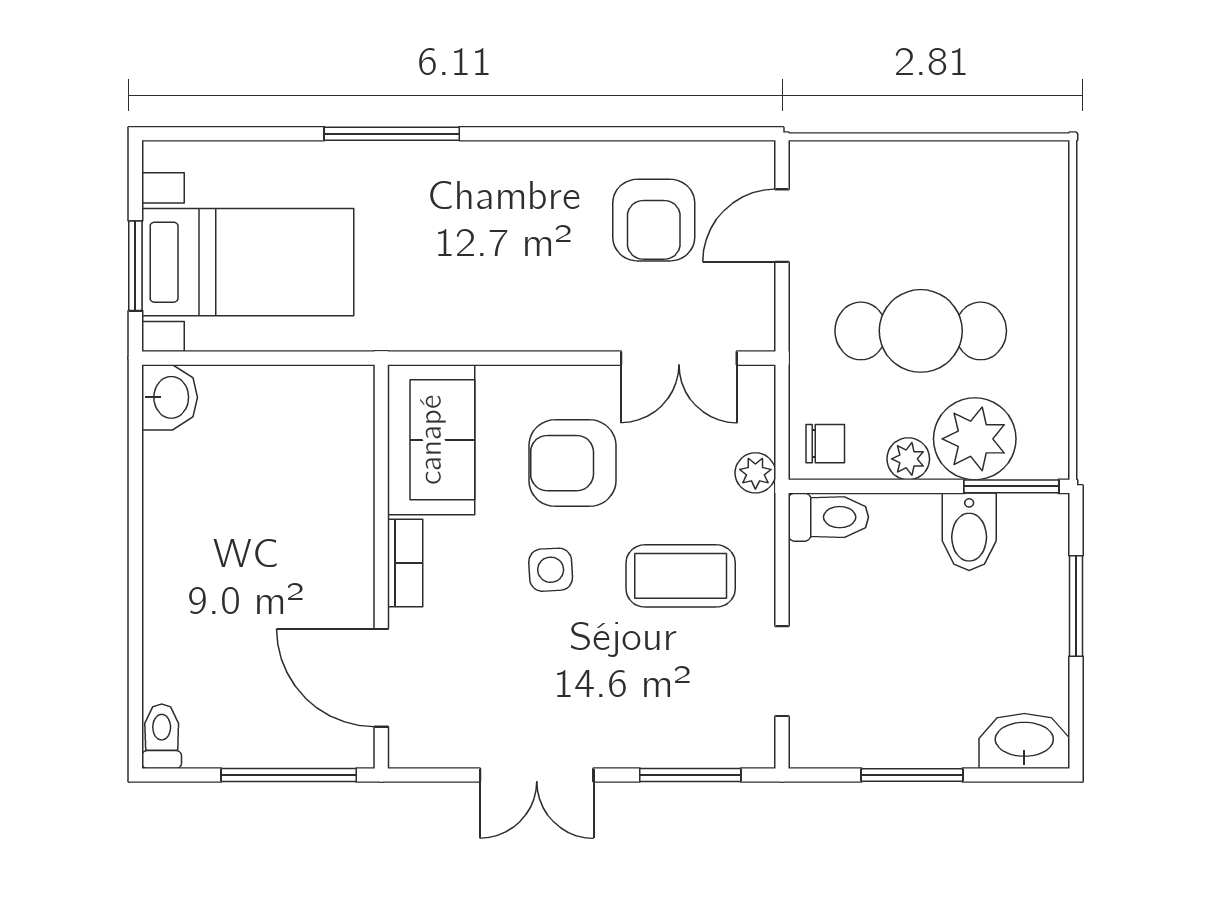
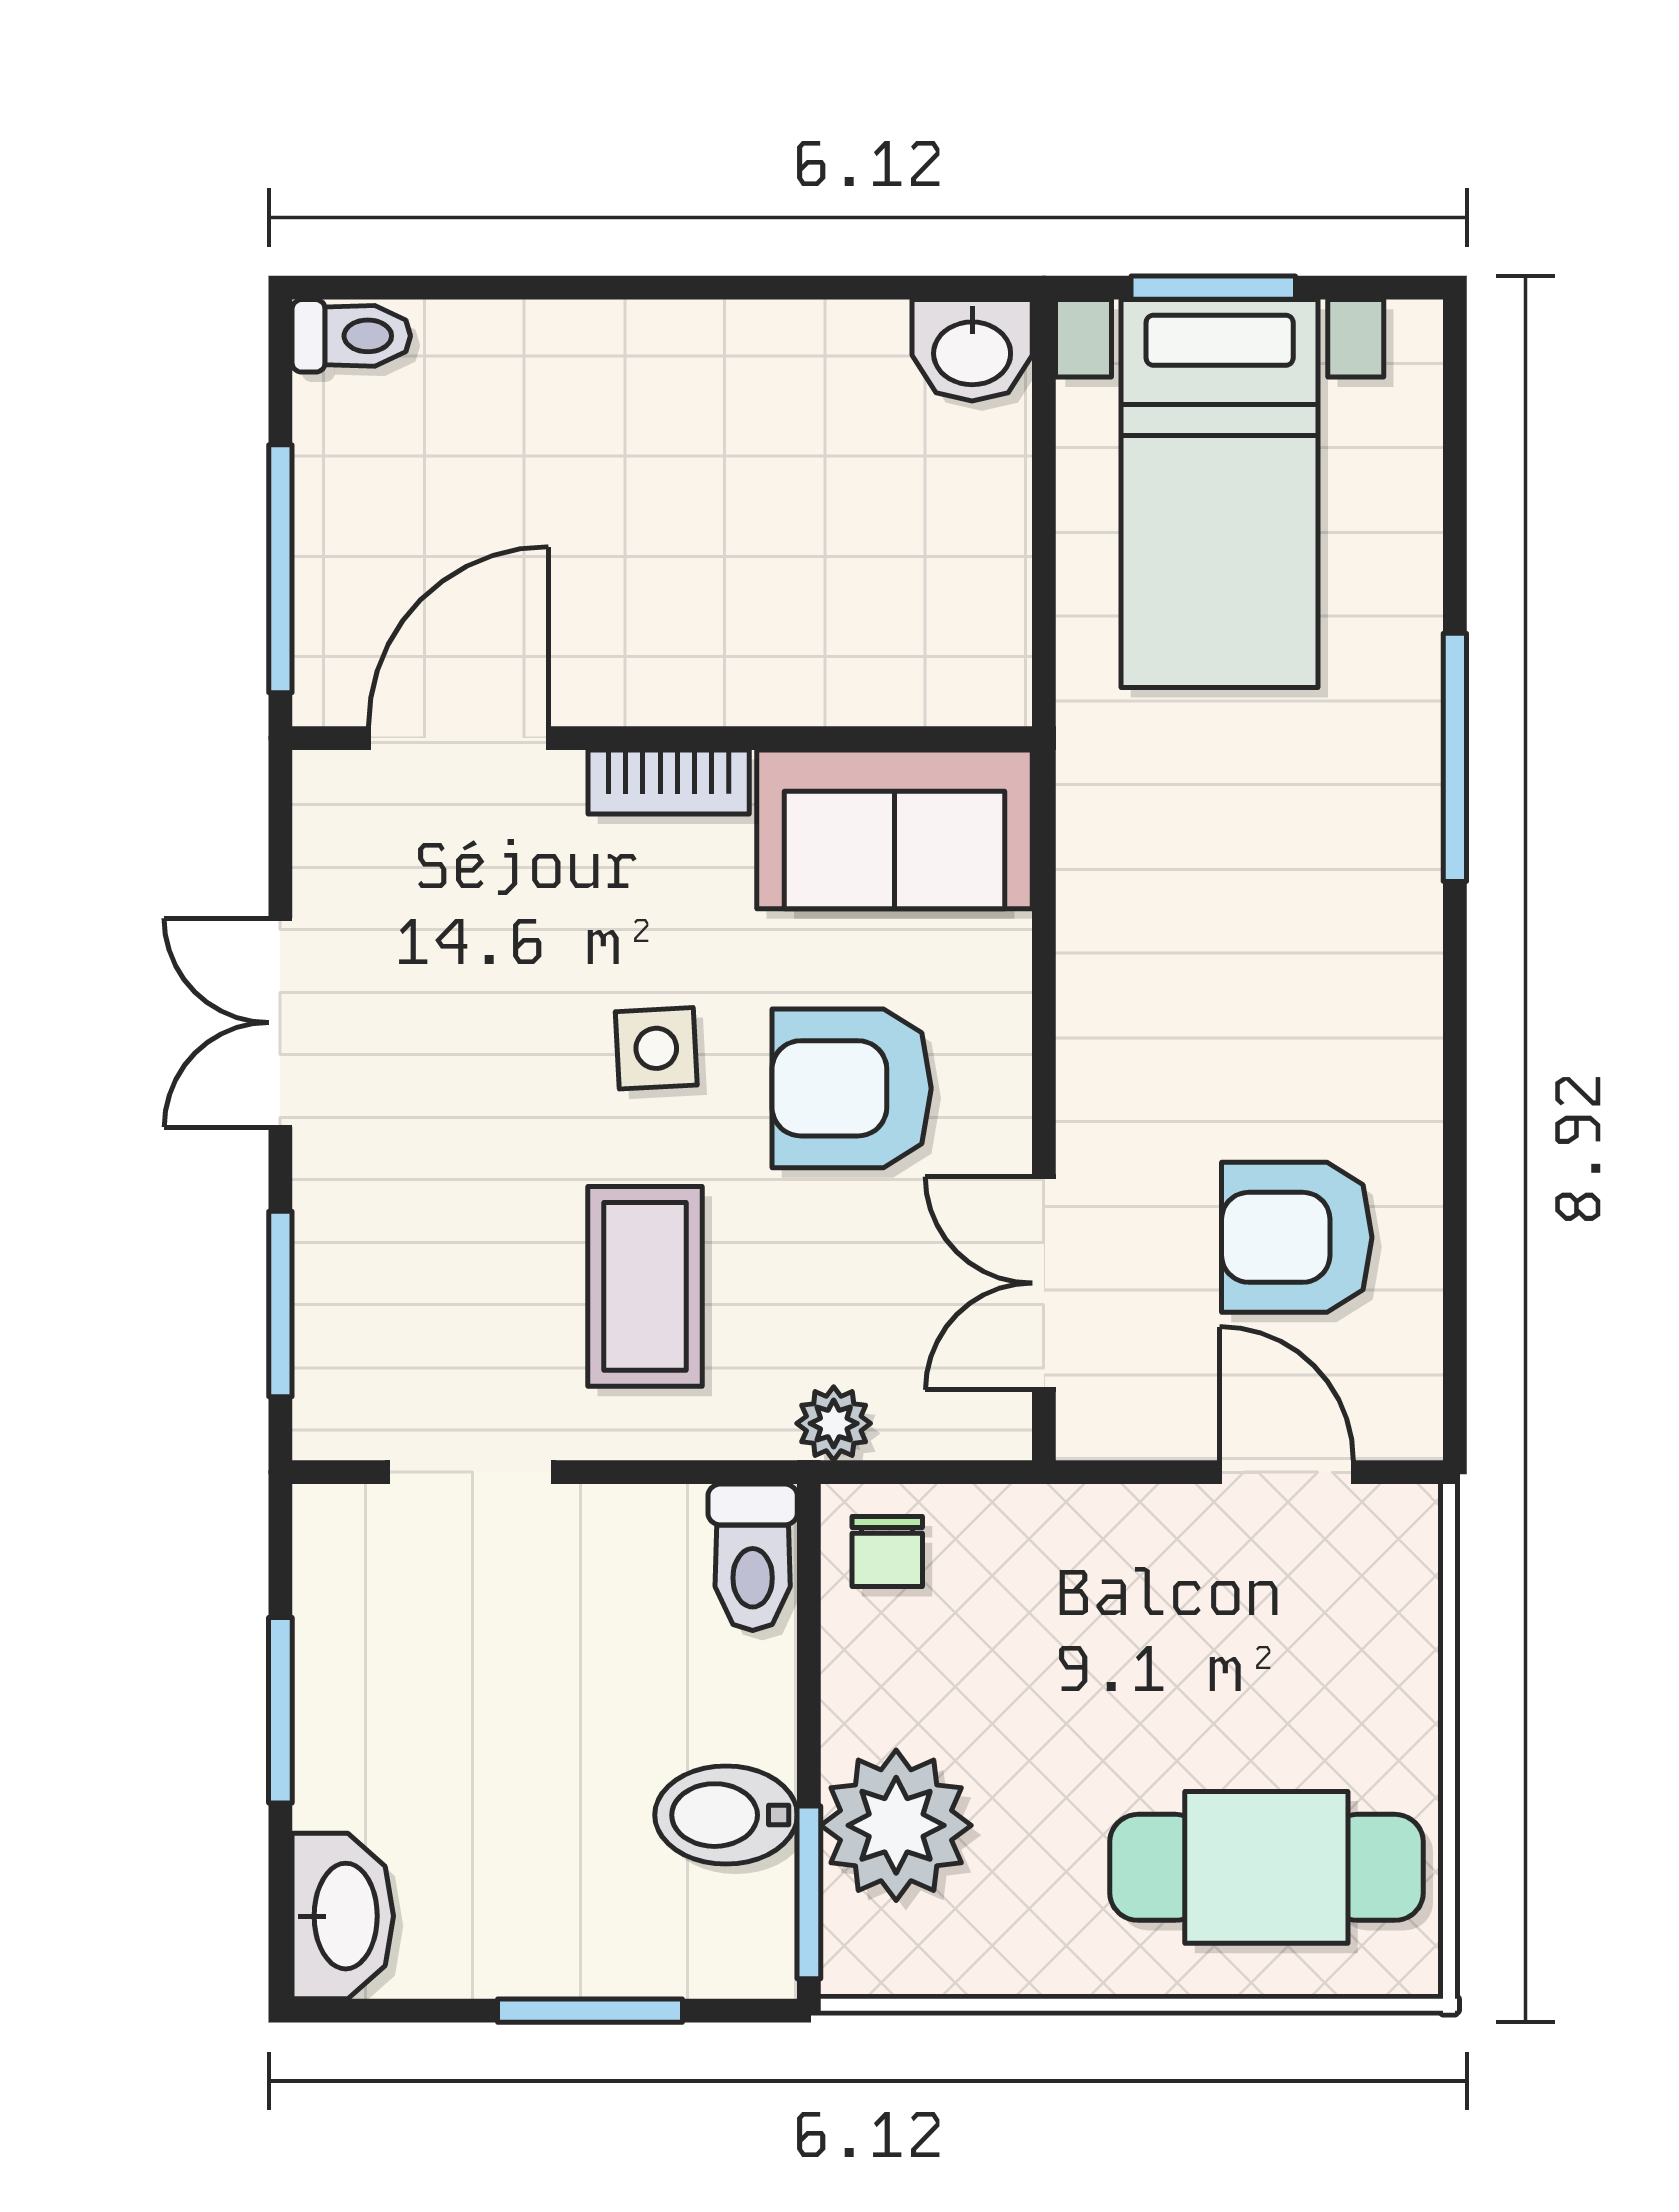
cafe table: (921, 331) -> (1266, 1867), moved, turned 90
plant: (908, 459) -> (859, 1703), removed
armchair: (572, 463) -> (852, 1088), turned -90

